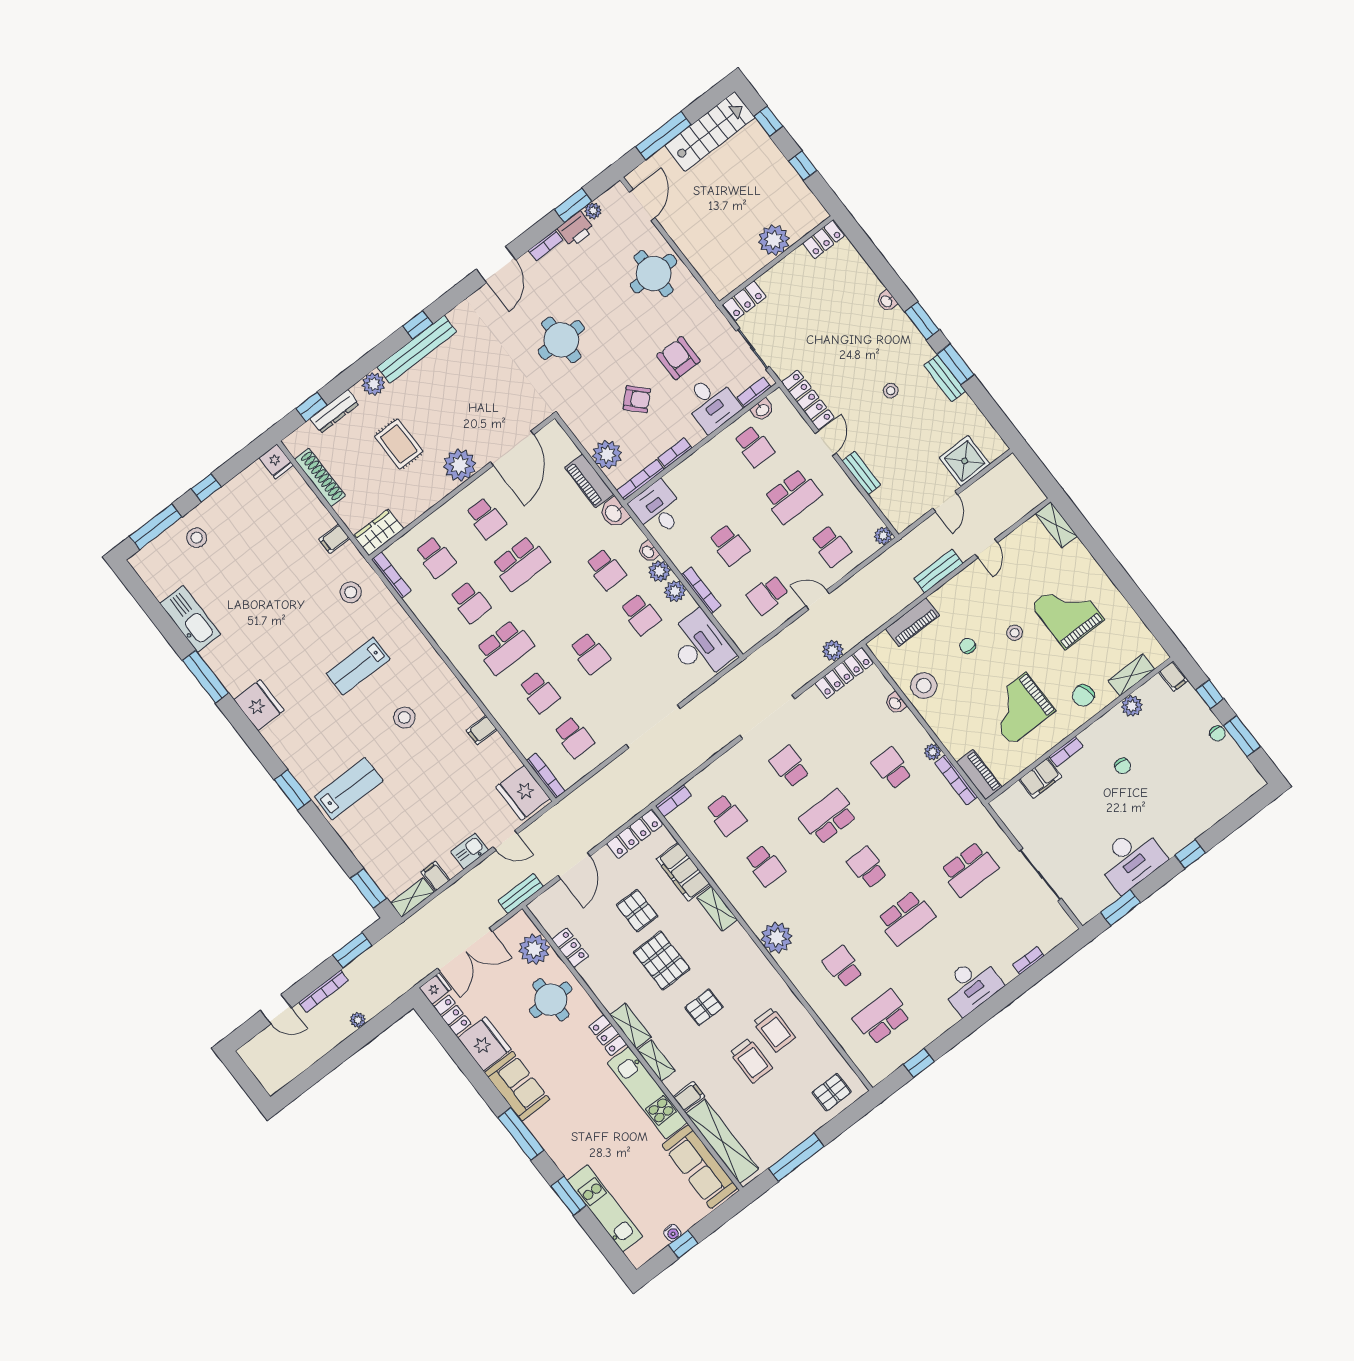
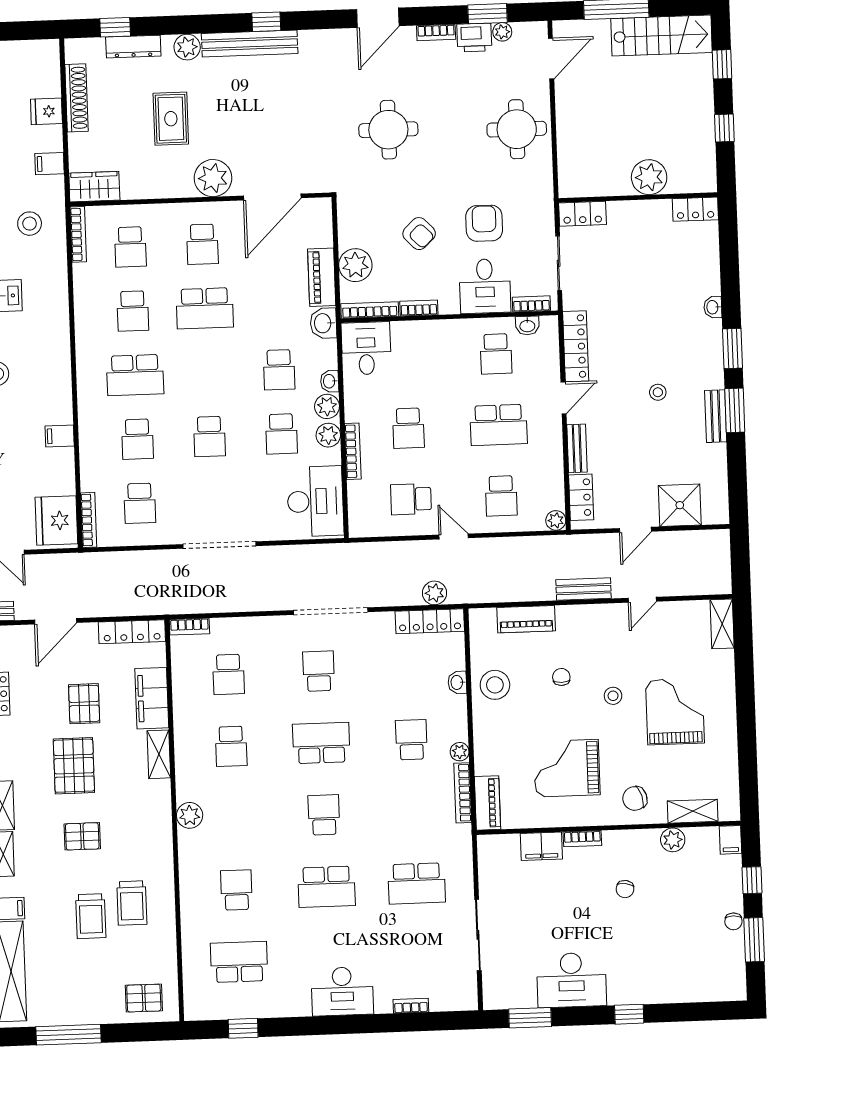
fridge: (276, 462) -> (46, 111), moved, turned 90
locker: (889, 506) -> (581, 497), added
plant: (777, 938) -> (190, 815), width x0.73, depth x0.73

